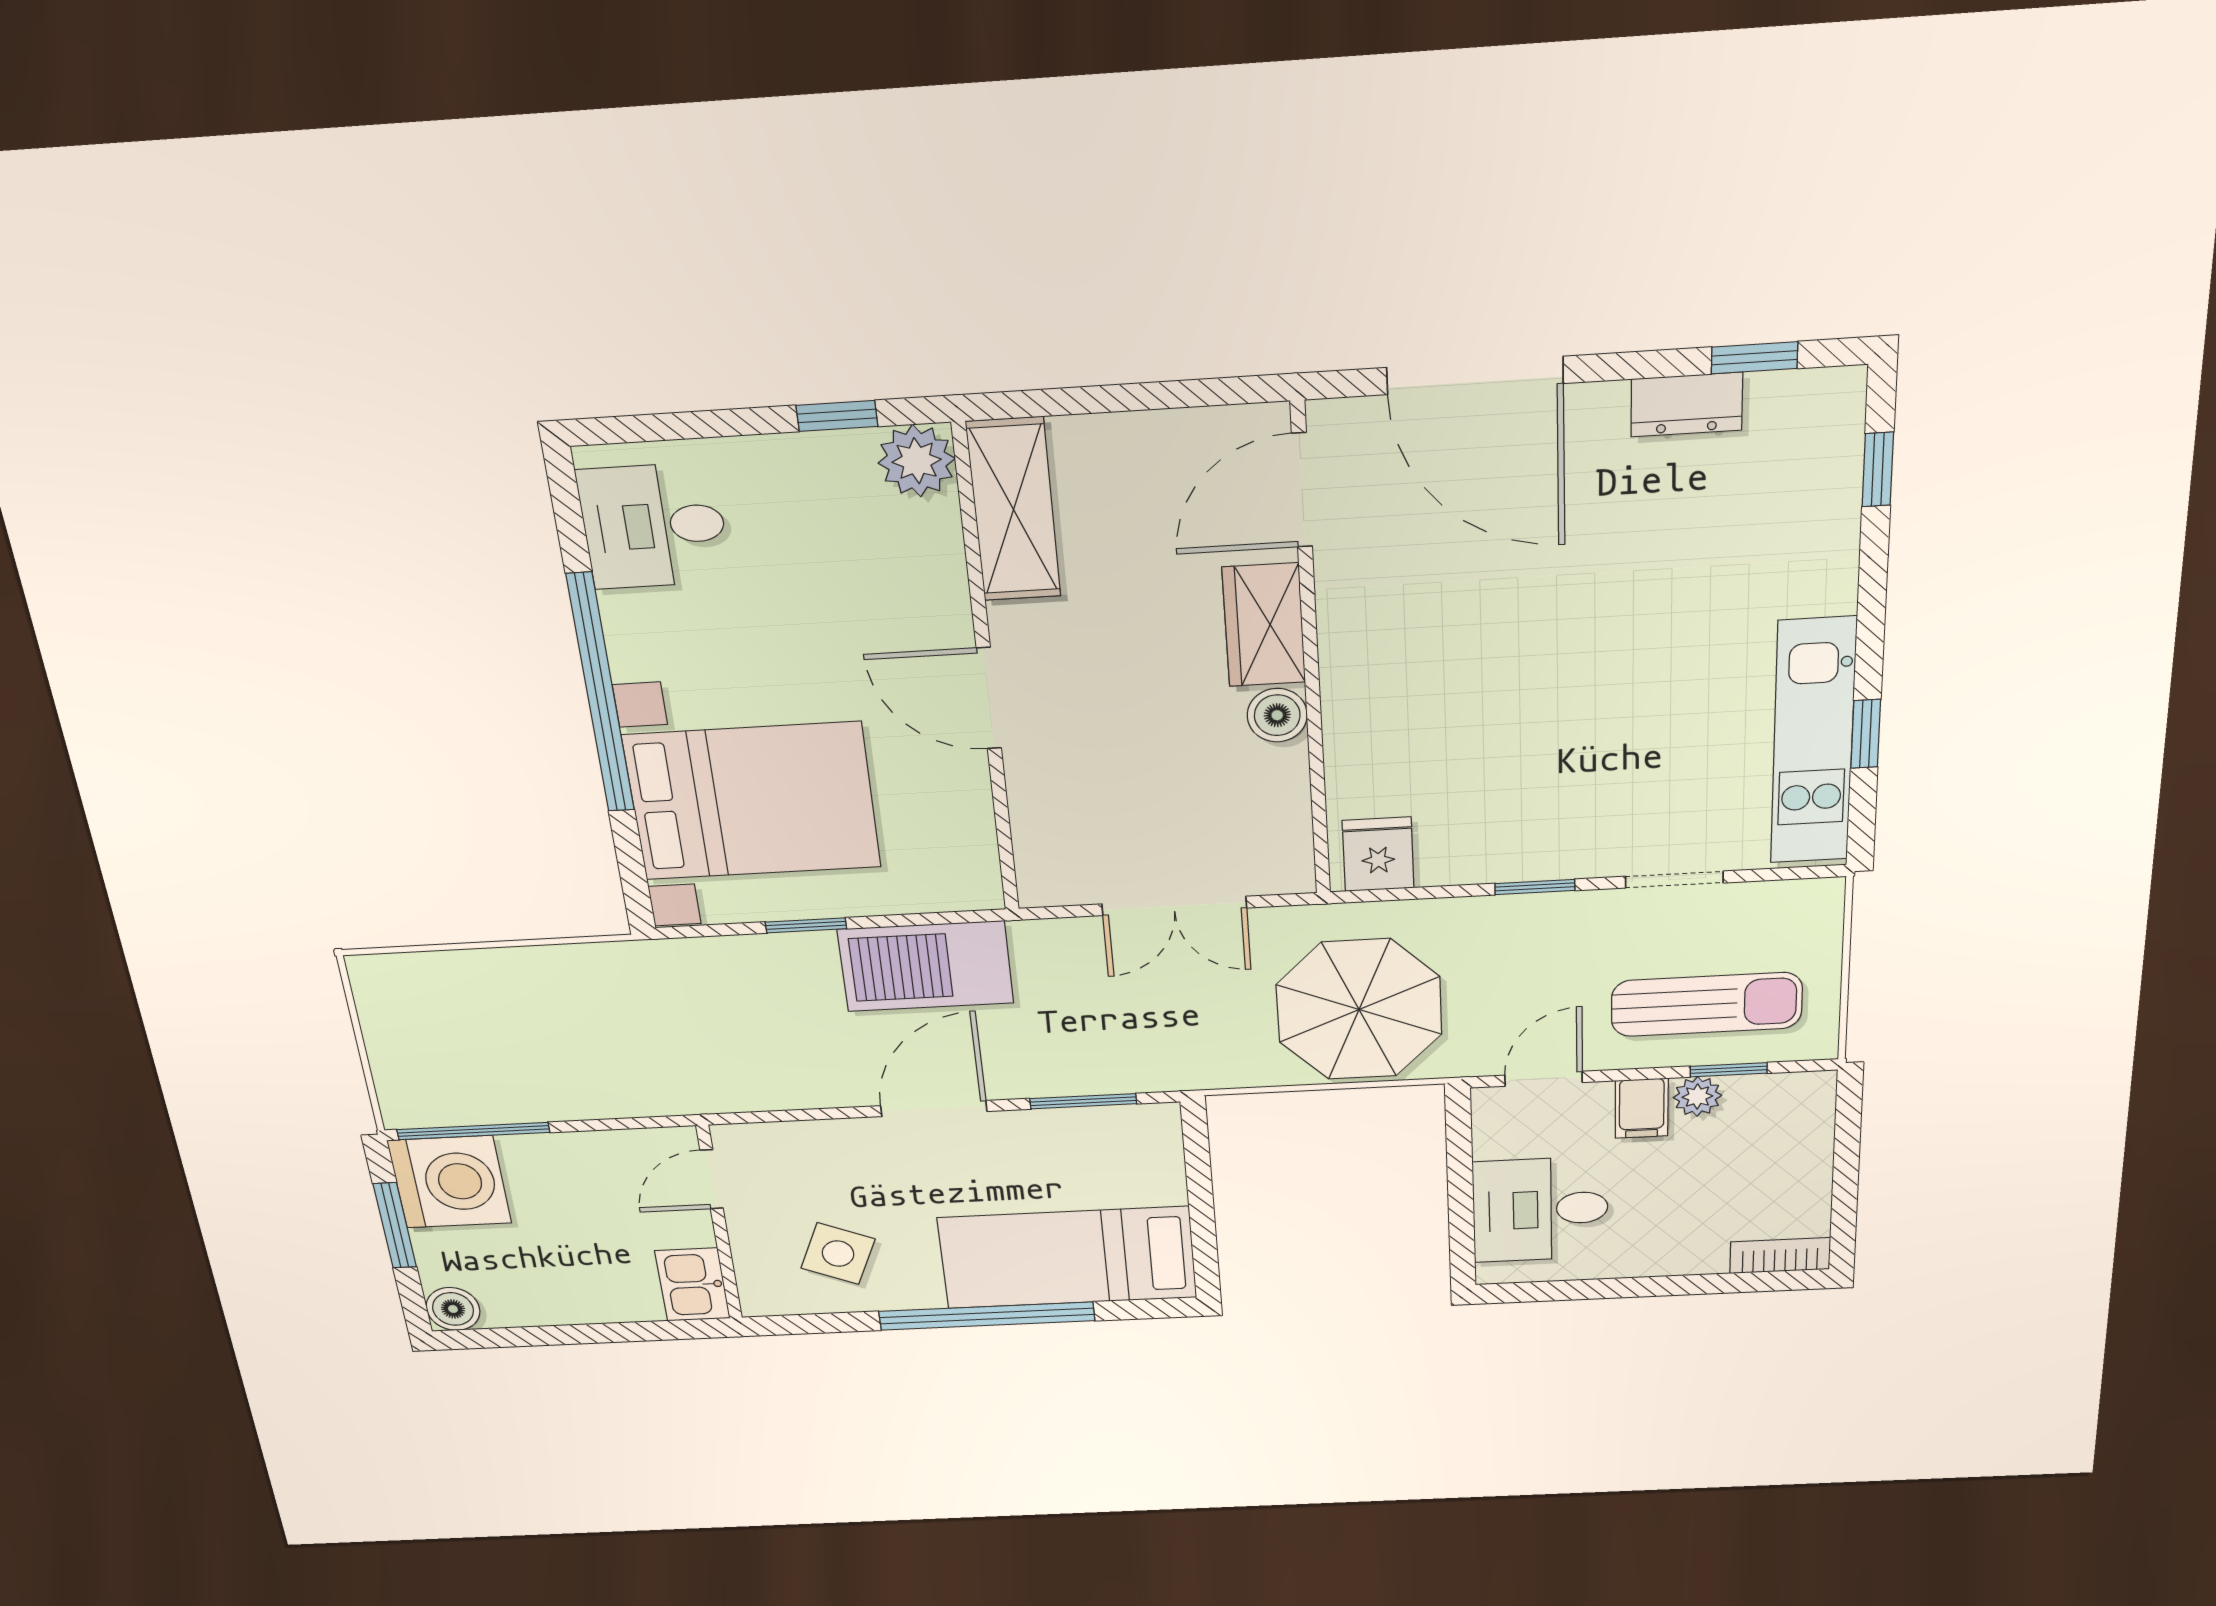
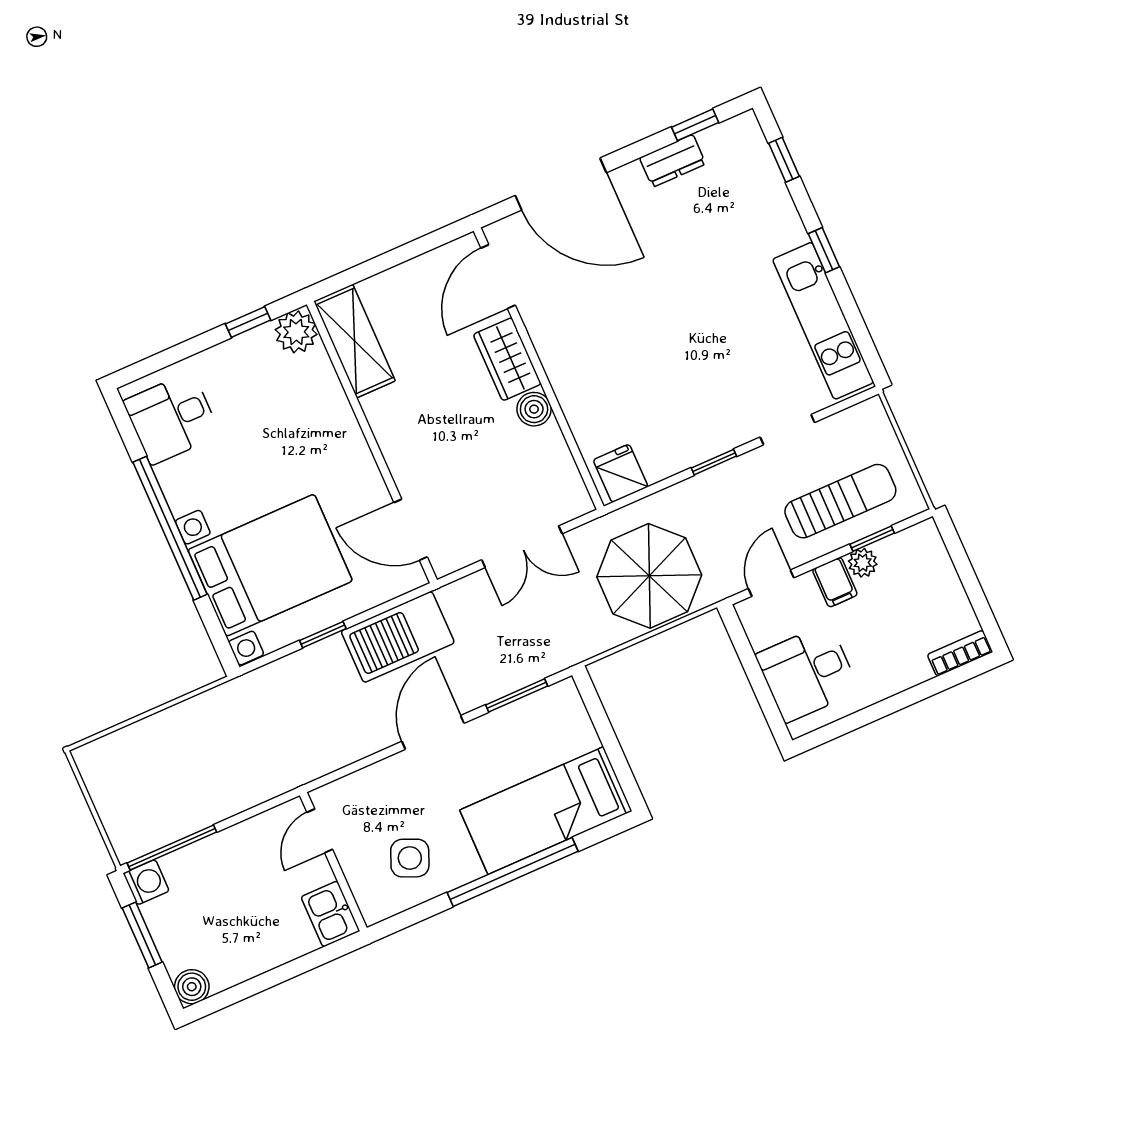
door: (989, 698) -> (411, 530), moved
window: (1866, 734) -> (824, 250), moved
washing machine: (450, 1182) -> (146, 882), width x0.53, depth x0.53

